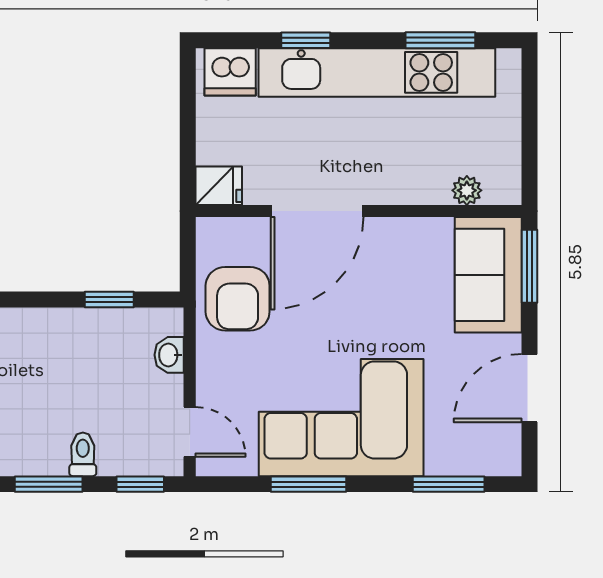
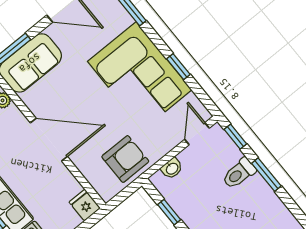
door: (317, 211) -> (49, 140), moved
toilet: (83, 454) -> (239, 173), width x1.37, depth x1.39
window: (309, 484) -> (178, 67), width x0.67

